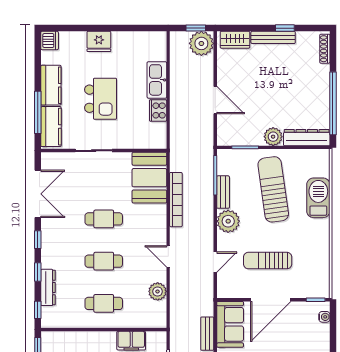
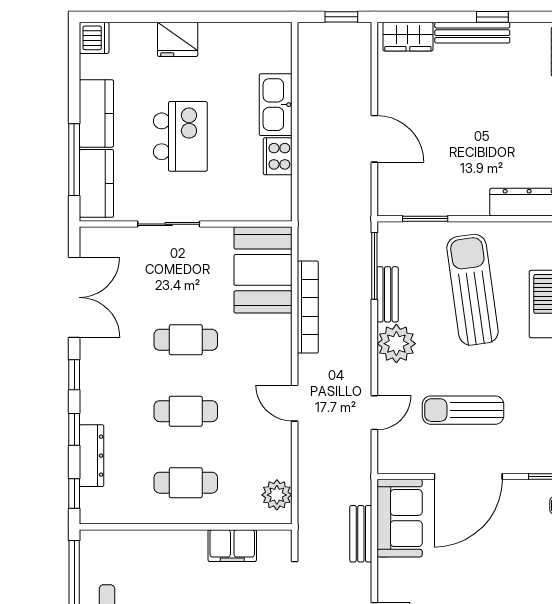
plant: (201, 43) -> (351, 43), removed
plant: (273, 137) -> (472, 201), removed
plant: (158, 291) -> (277, 495), moved

